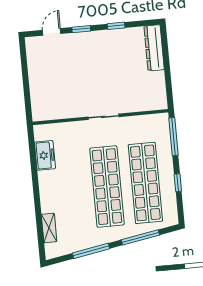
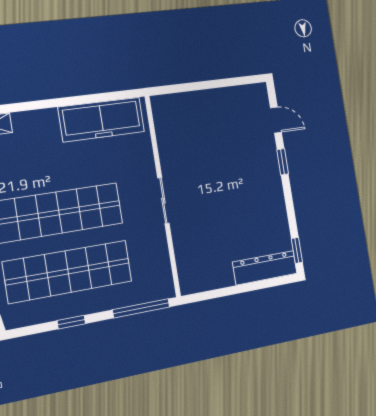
window: (116, 26) -> (297, 250), moved
freezer: (45, 155) -> (102, 119), width x1.91, depth x1.26

